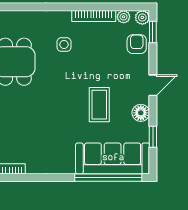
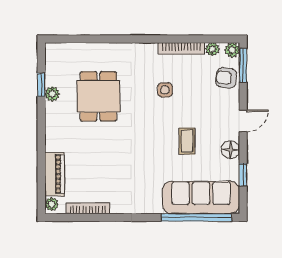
window: (153, 32) -> (243, 65), width x1.50
armchair: (137, 44) -> (226, 78), turned -81
side table: (64, 45) -> (165, 90), moved
coffee table: (99, 105) -> (187, 141), width x0.73, depth x0.77

